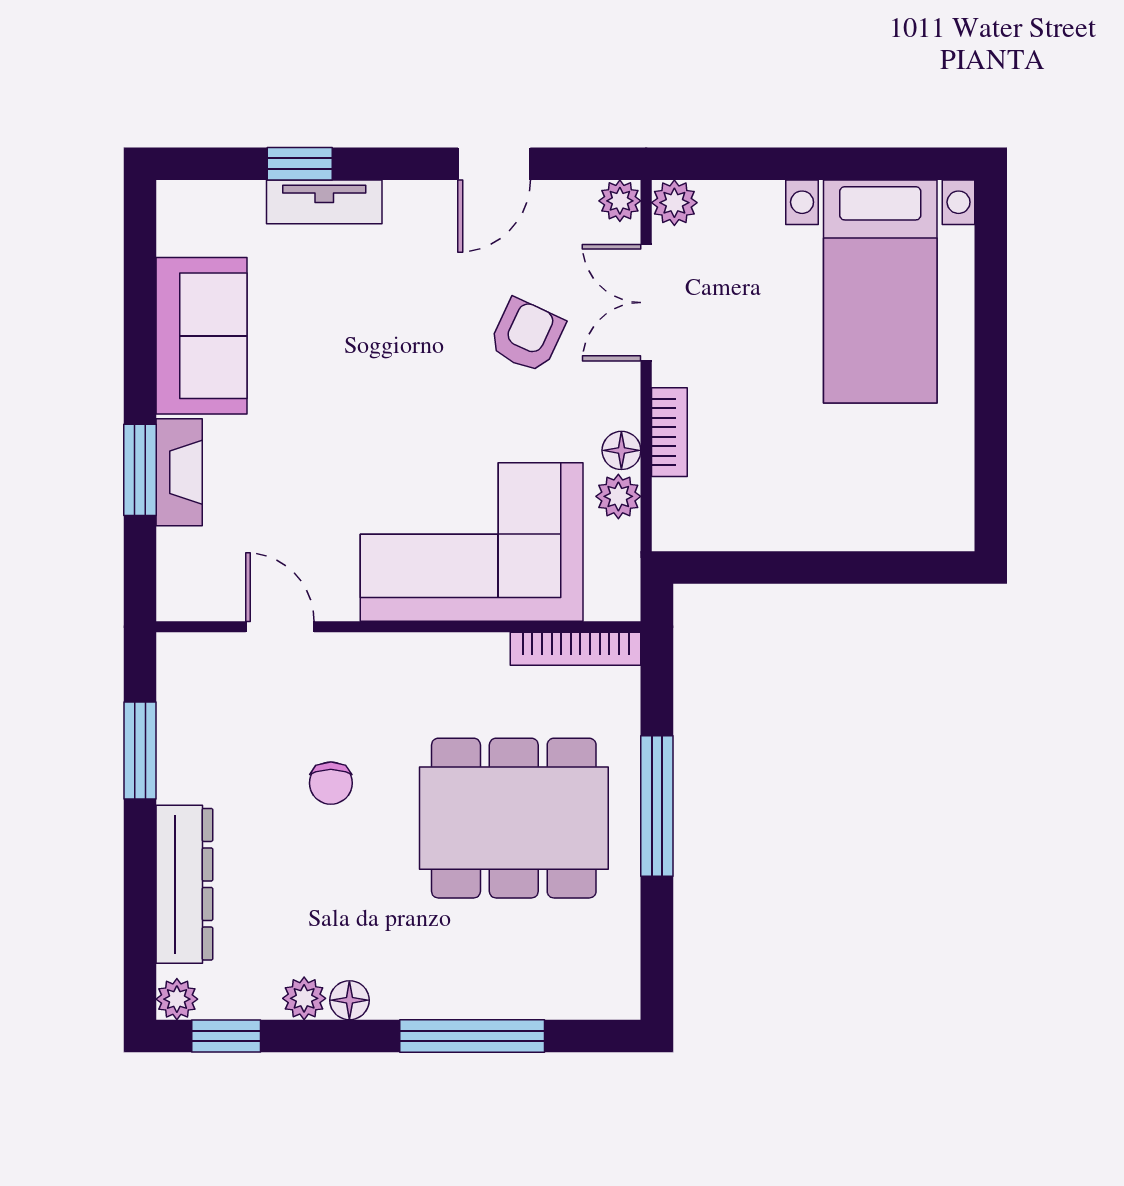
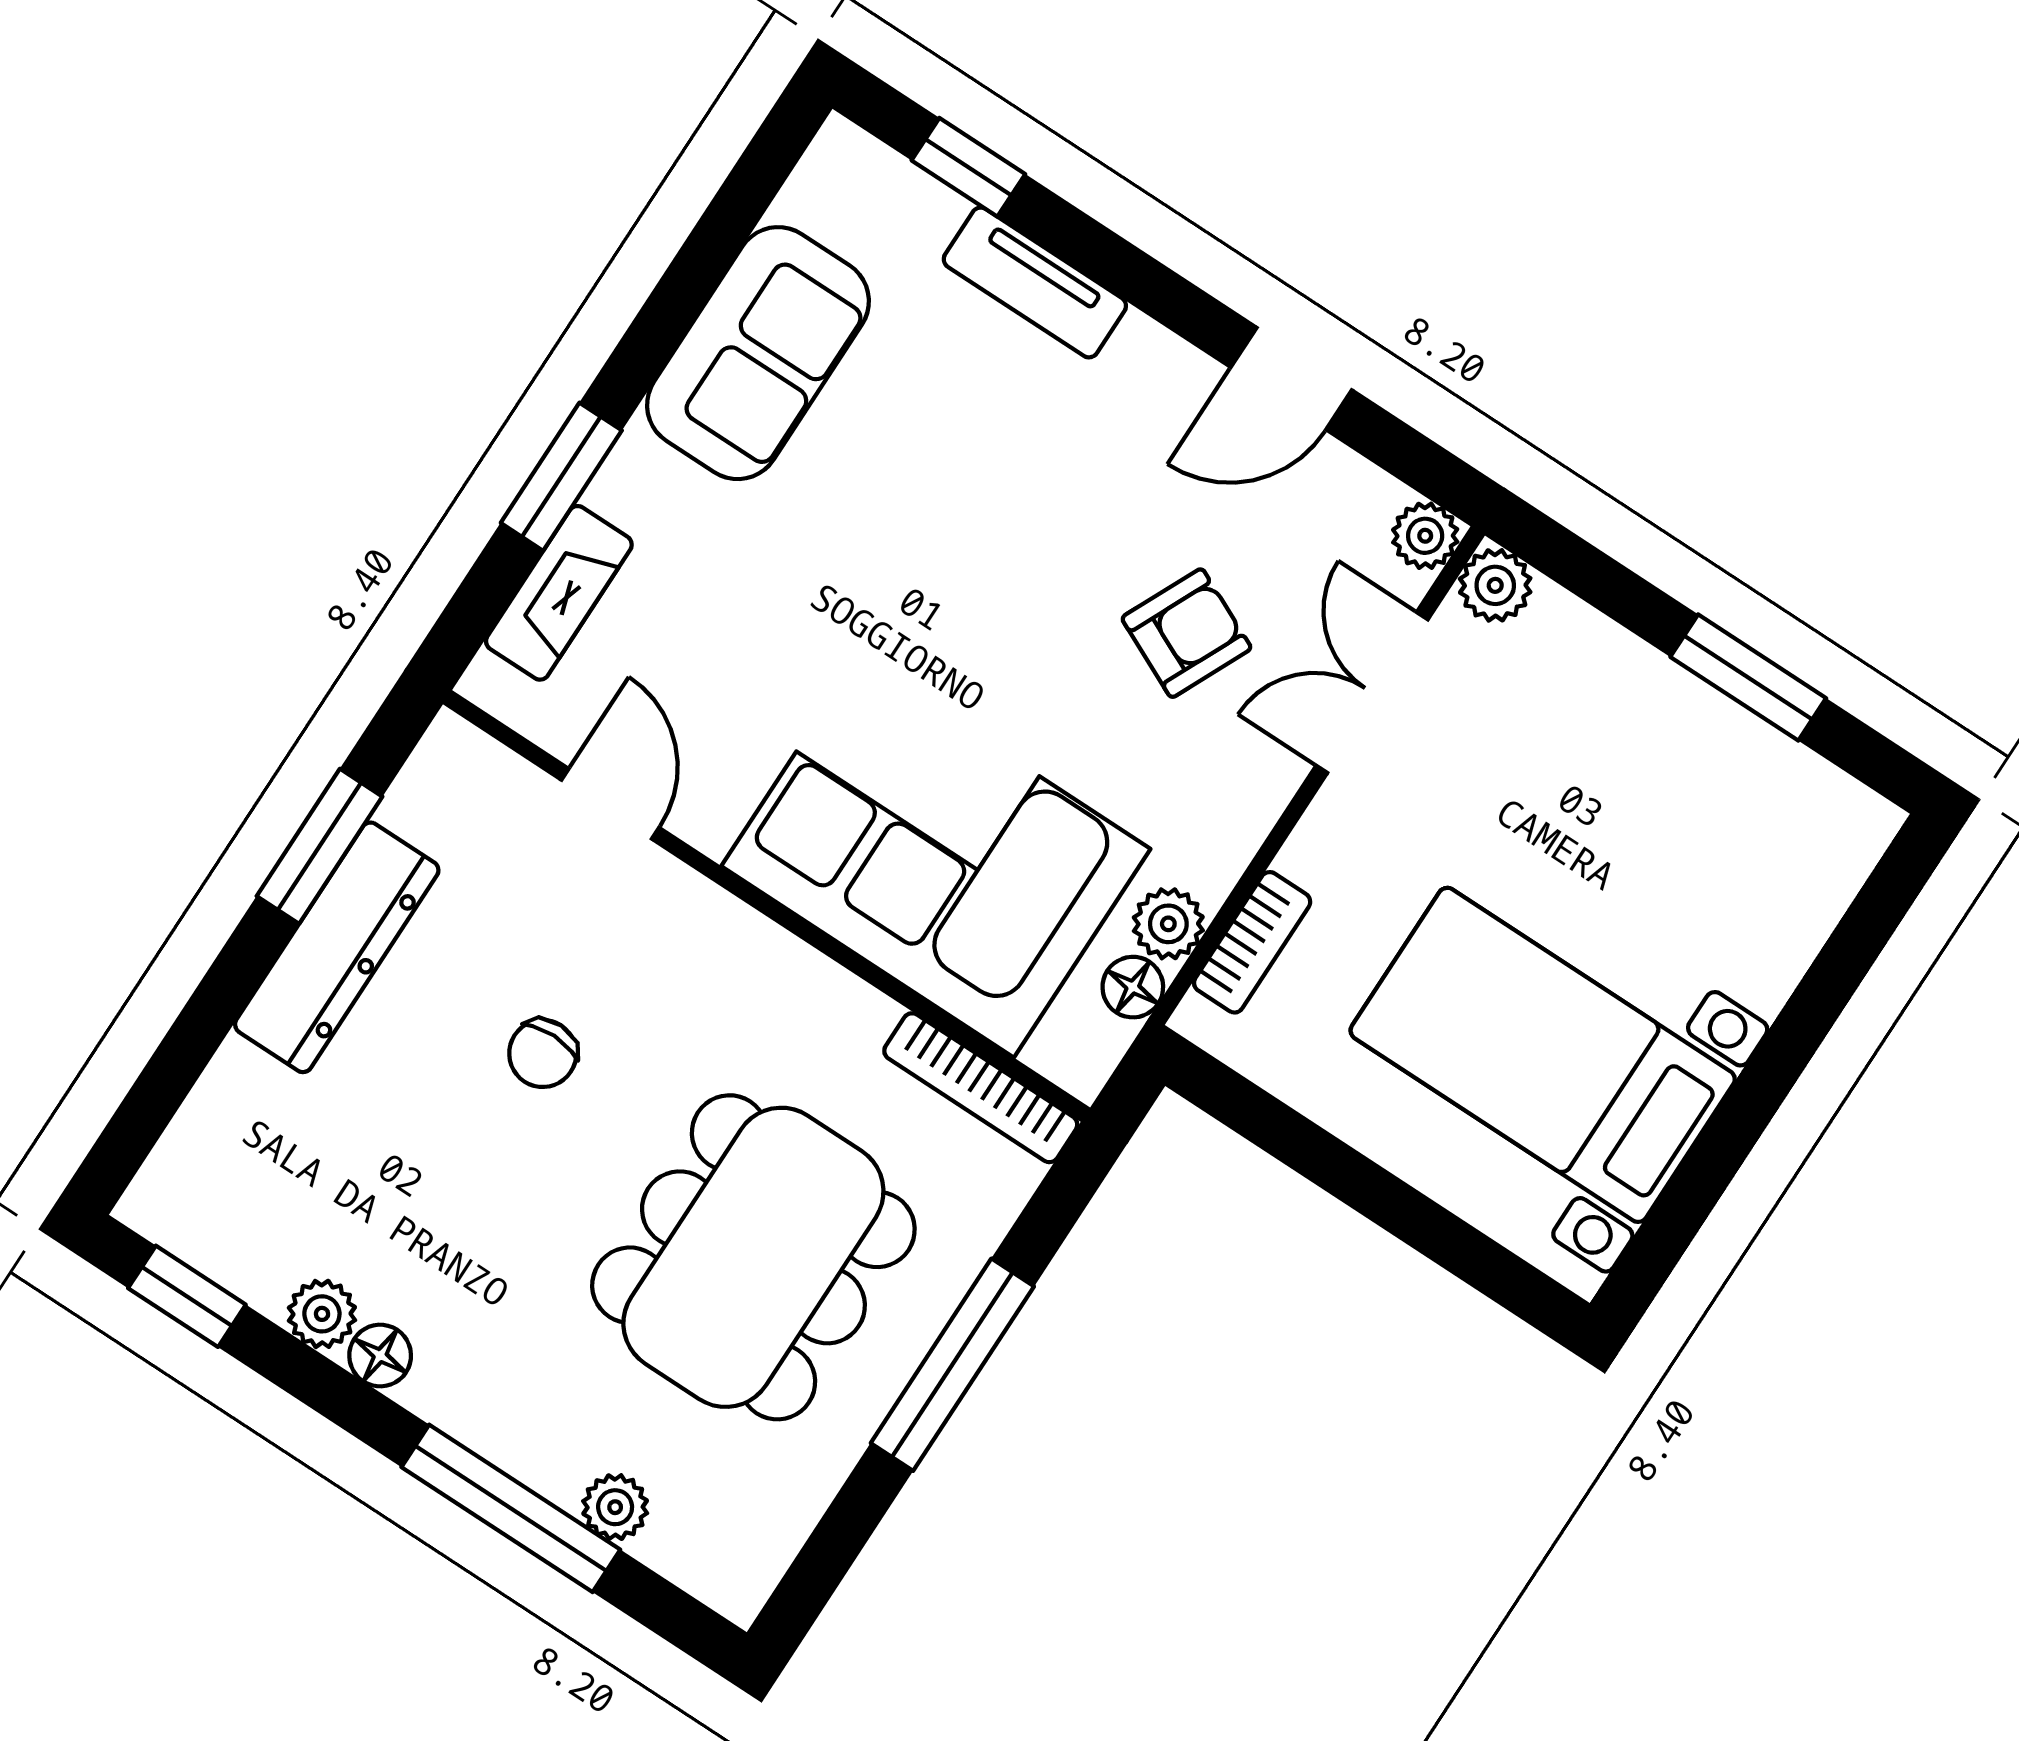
window: (300, 164) -> (968, 167), moved
window: (841, 164) -> (1748, 678), added
bed with nightstands: (880, 291) -> (1543, 1055), moved, turned 90
bookcase: (669, 432) -> (1252, 942), moved
floor lamp: (621, 450) -> (1133, 987), moved
fireplace: (179, 472) -> (559, 593), moved
dining table: (514, 818) -> (753, 1257), turned 90
dresser: (184, 884) -> (337, 947), moved
plant: (177, 999) -> (615, 1507), moved

